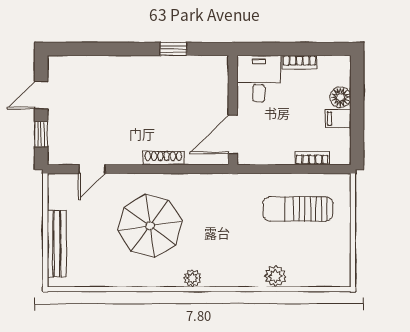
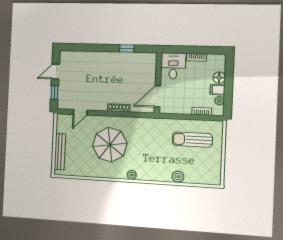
plant: (342, 138) -> (219, 101), added

